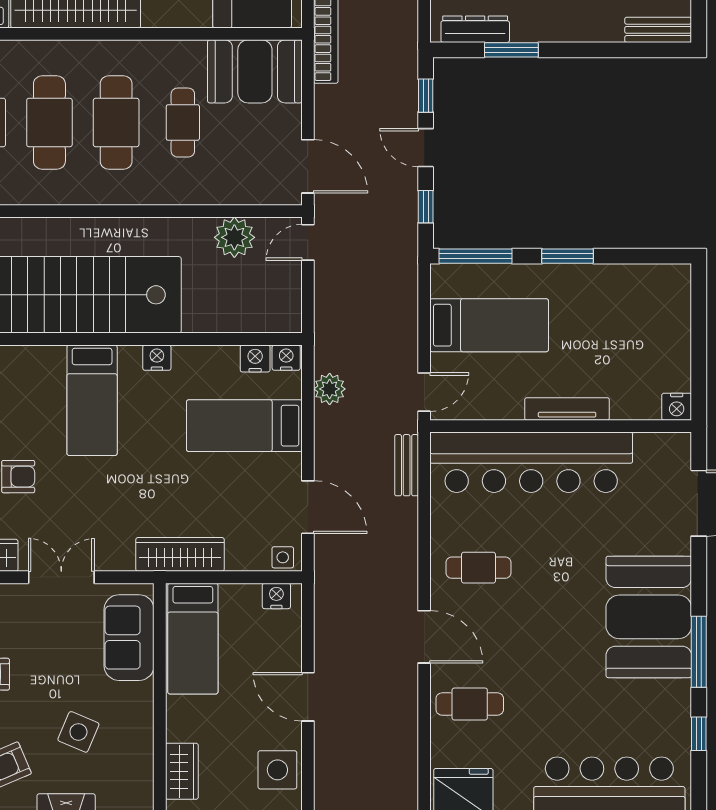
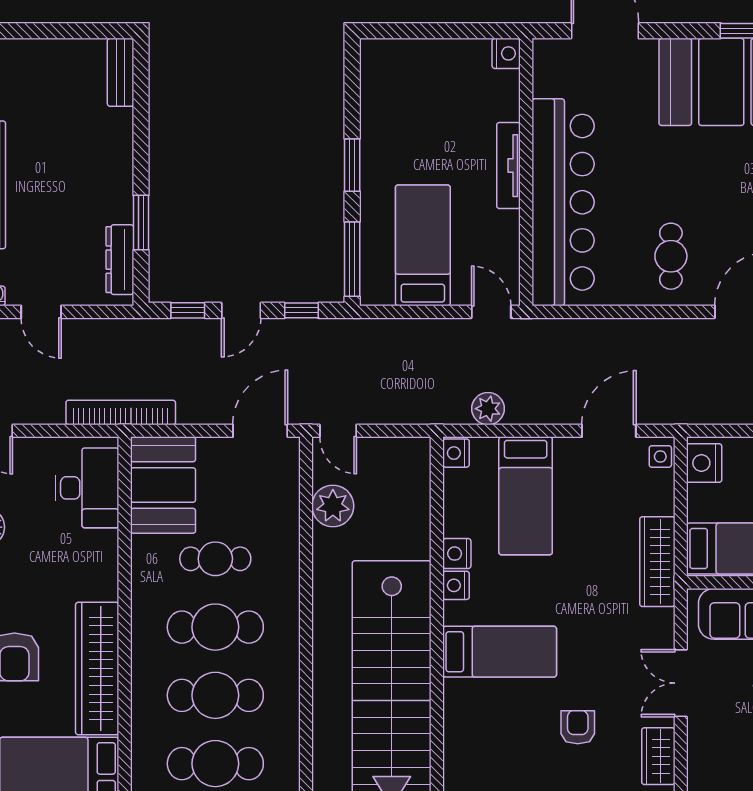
nightstand: (255, 358) -> (457, 554), moved
bench: (407, 465) -> (566, 330), removed
nightstand: (276, 596) -> (704, 463), width x1.36, depth x1.33

